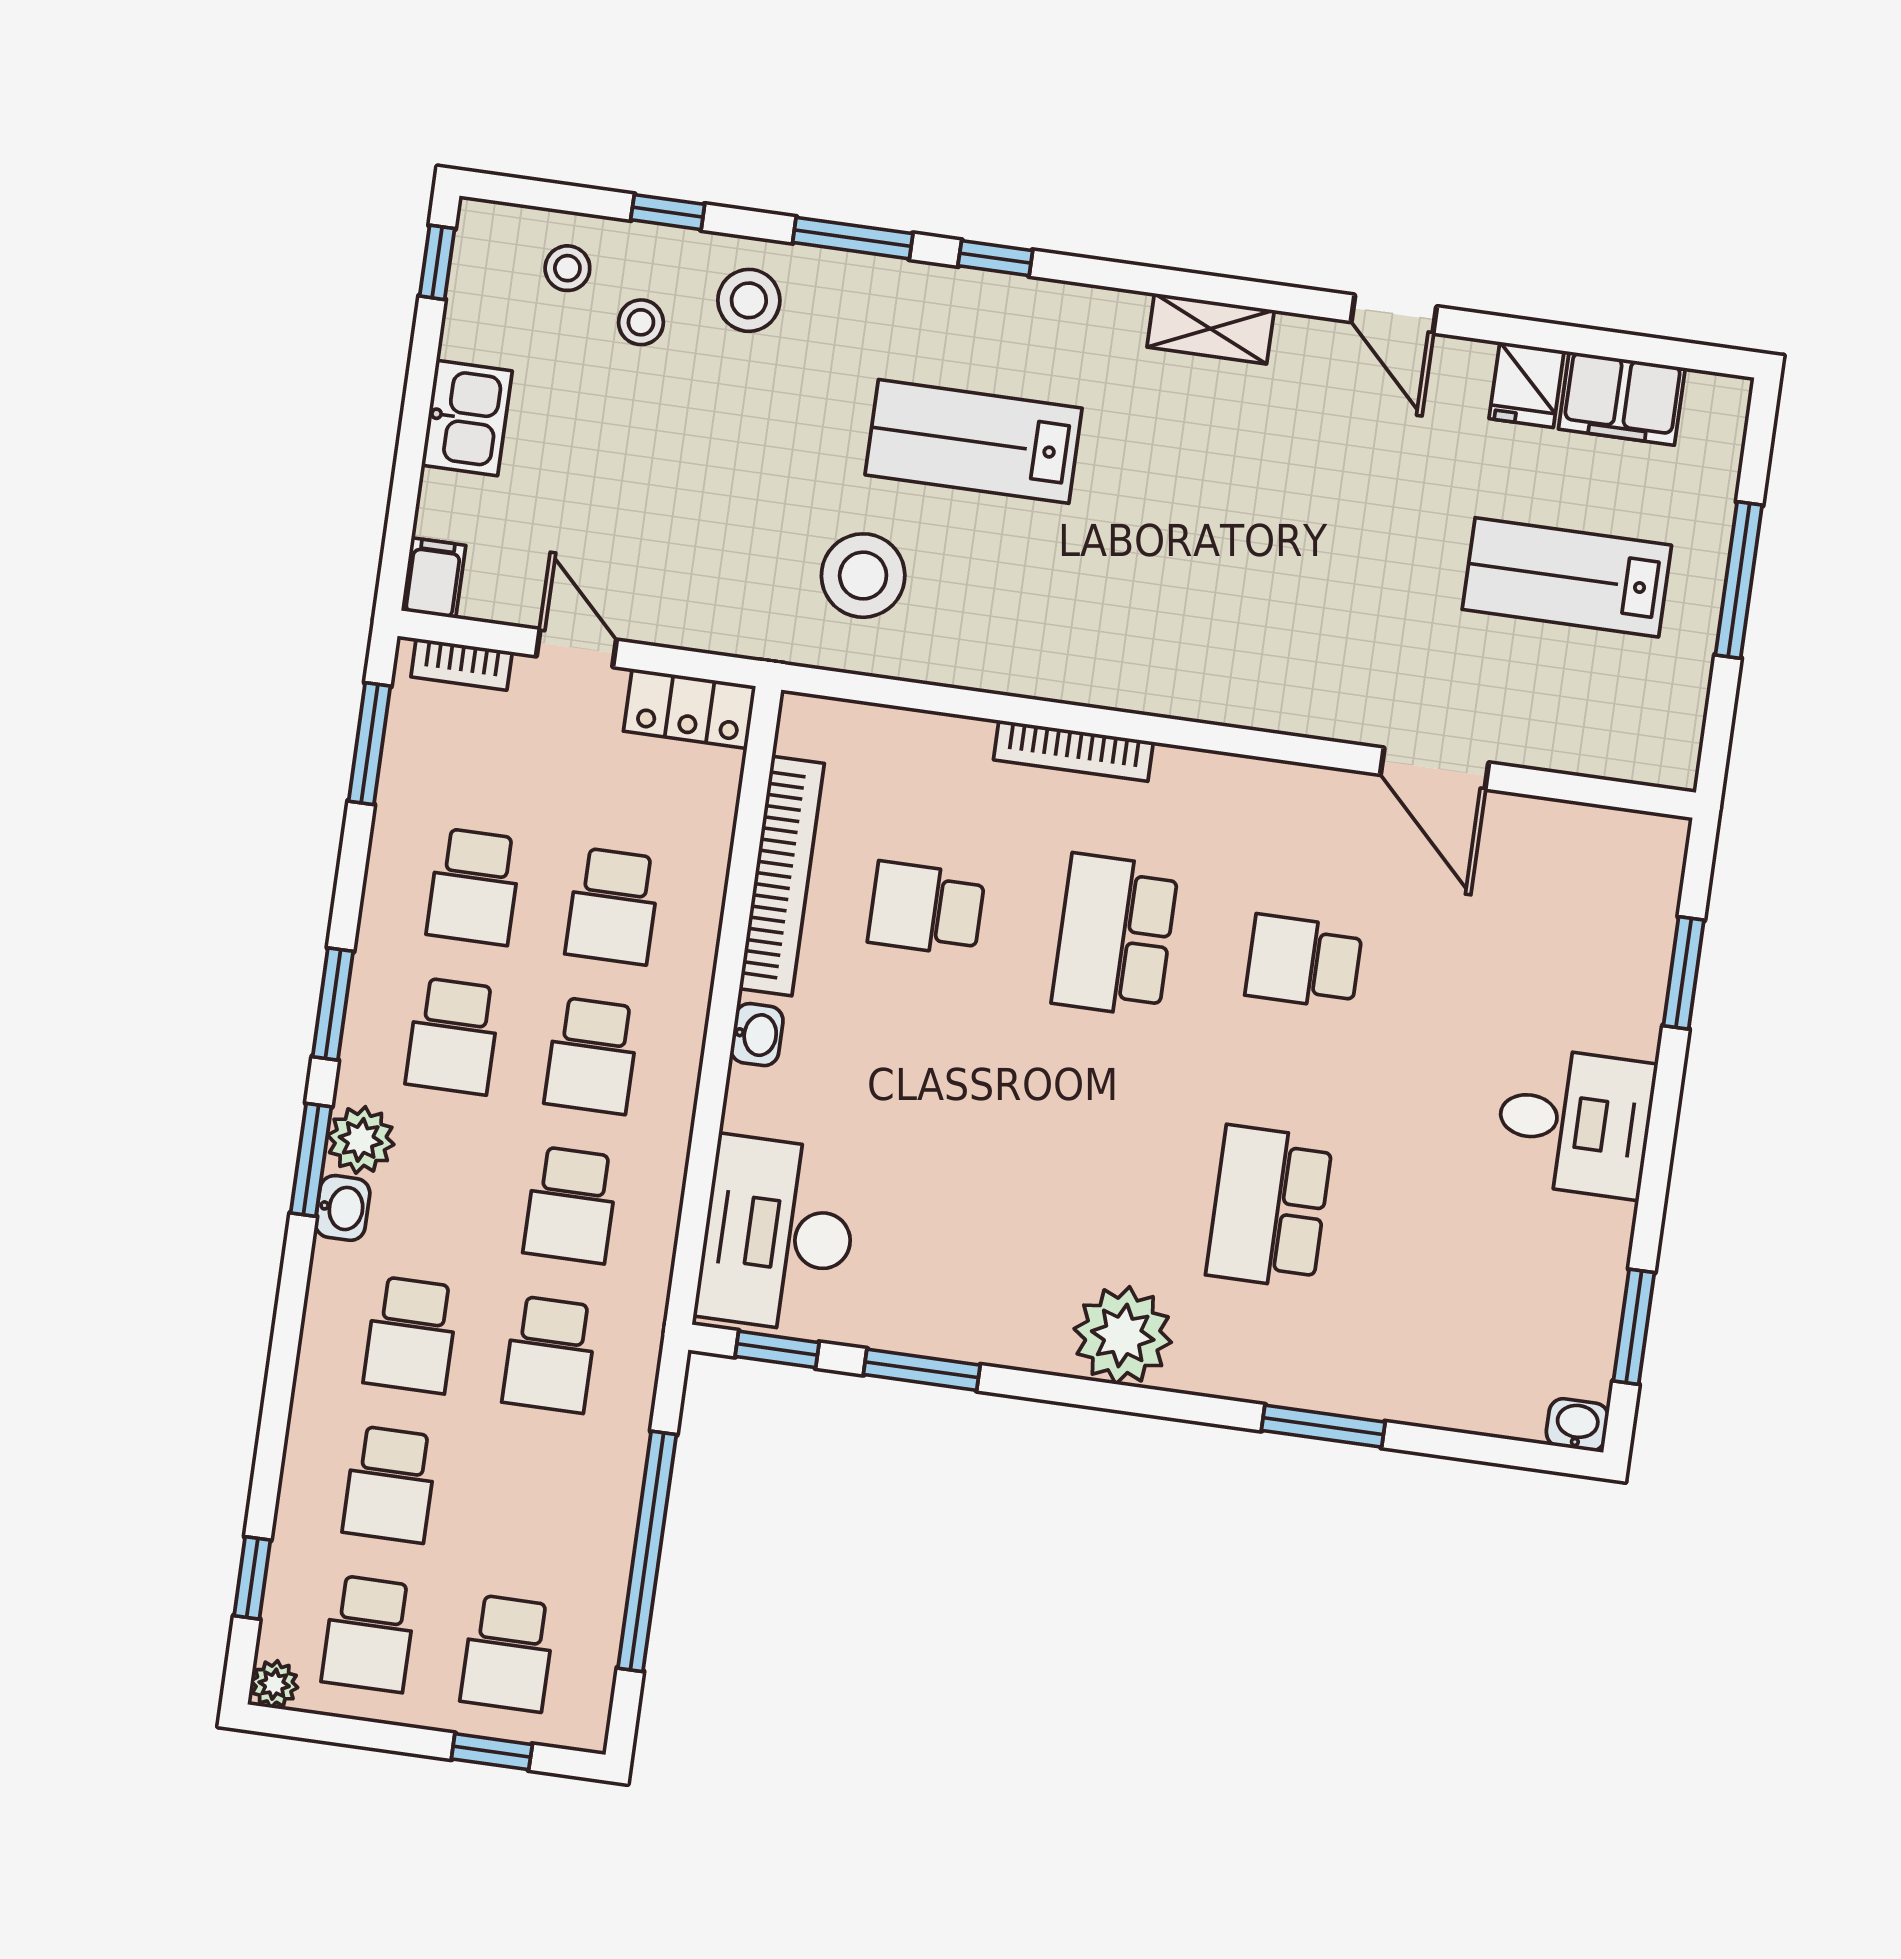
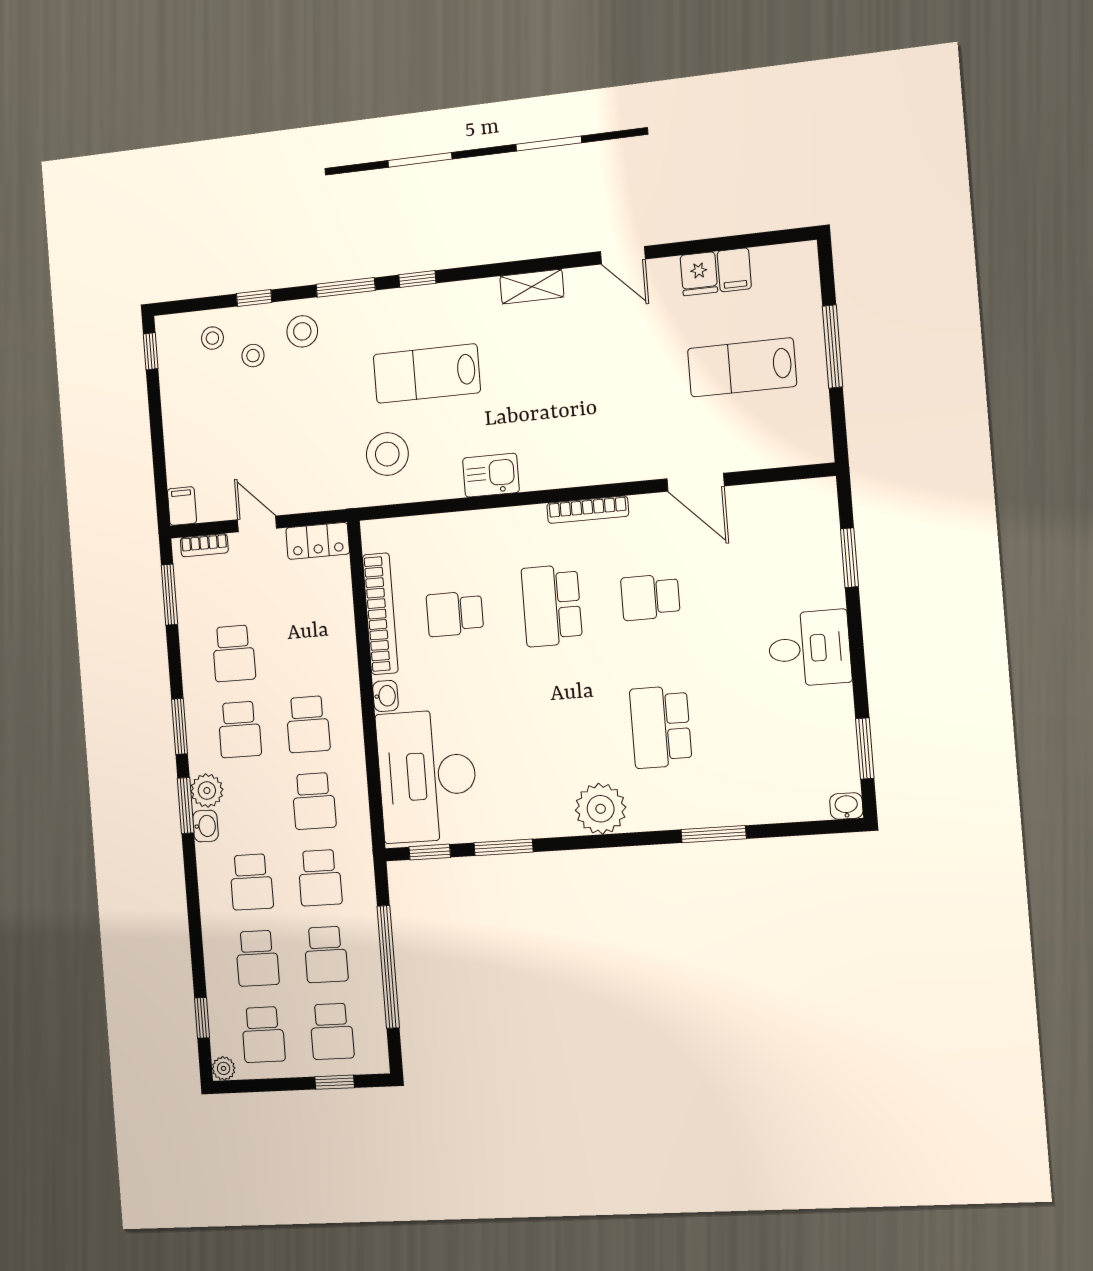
filing cabinet: (1622, 398) -> (734, 270), width x0.50
kitchen sink: (467, 418) -> (491, 475), moved, turned -90
bookcase: (1073, 751) -> (588, 510), moved
school desk: (613, 906) -> (326, 955), moved
desk: (778, 1234) -> (427, 776), width x1.36, depth x1.30

